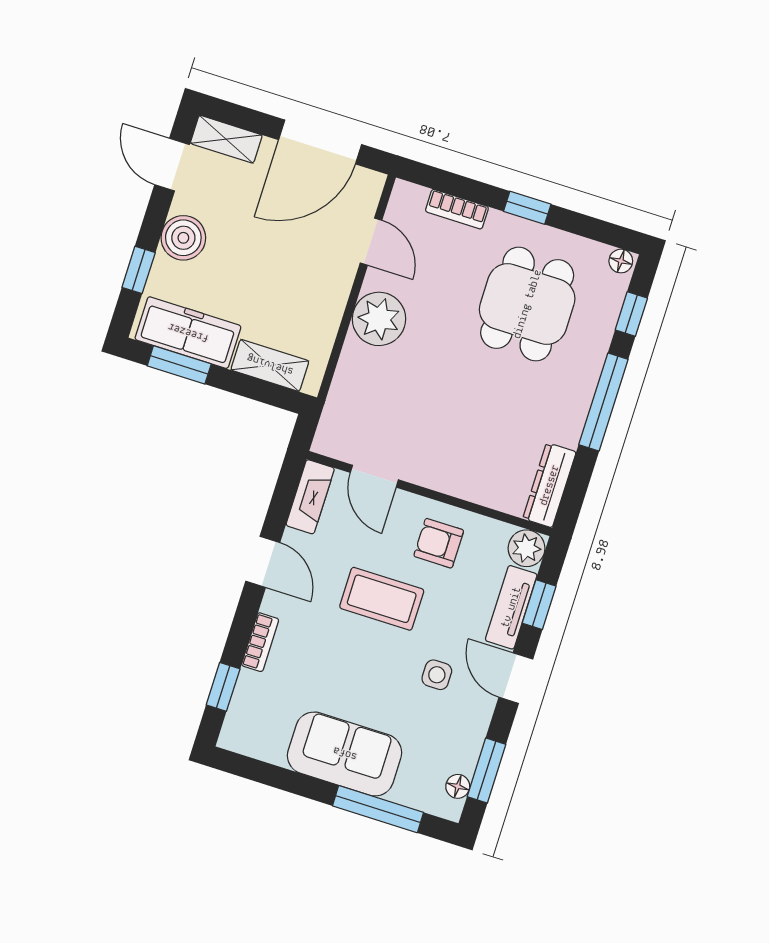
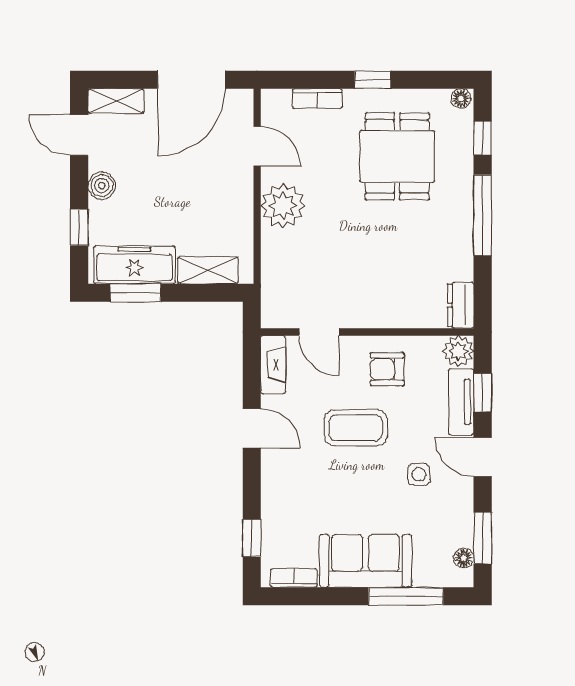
boiler: (183, 238) -> (102, 186), width x0.73, depth x0.73
dresser: (549, 485) -> (461, 305), width x0.70
bookcase: (260, 642) -> (294, 578), moved, turned -90

